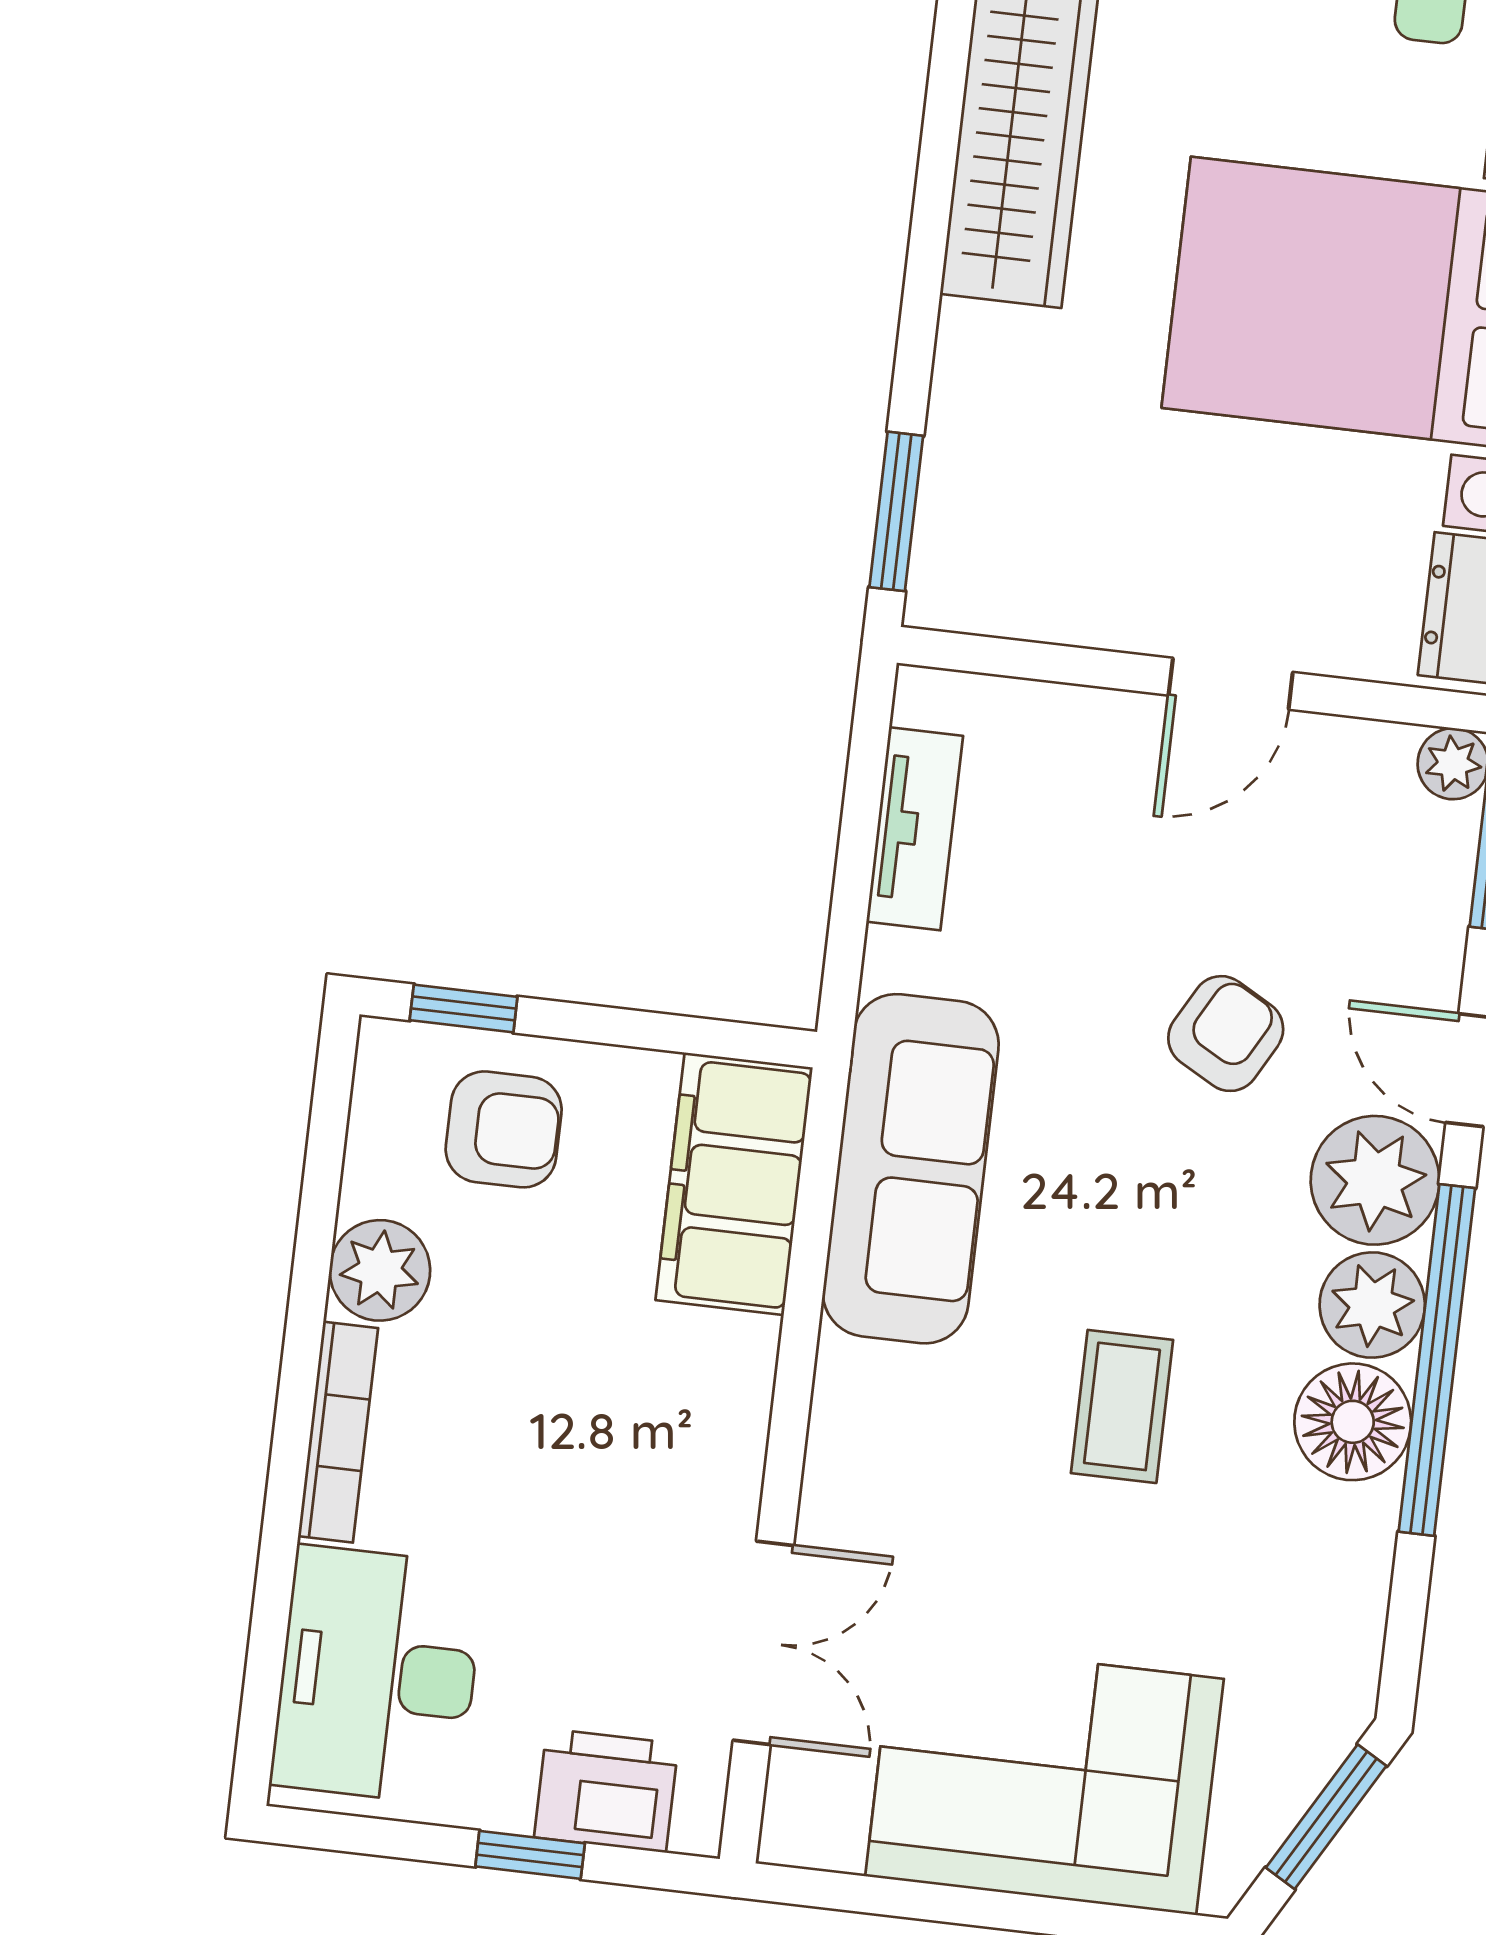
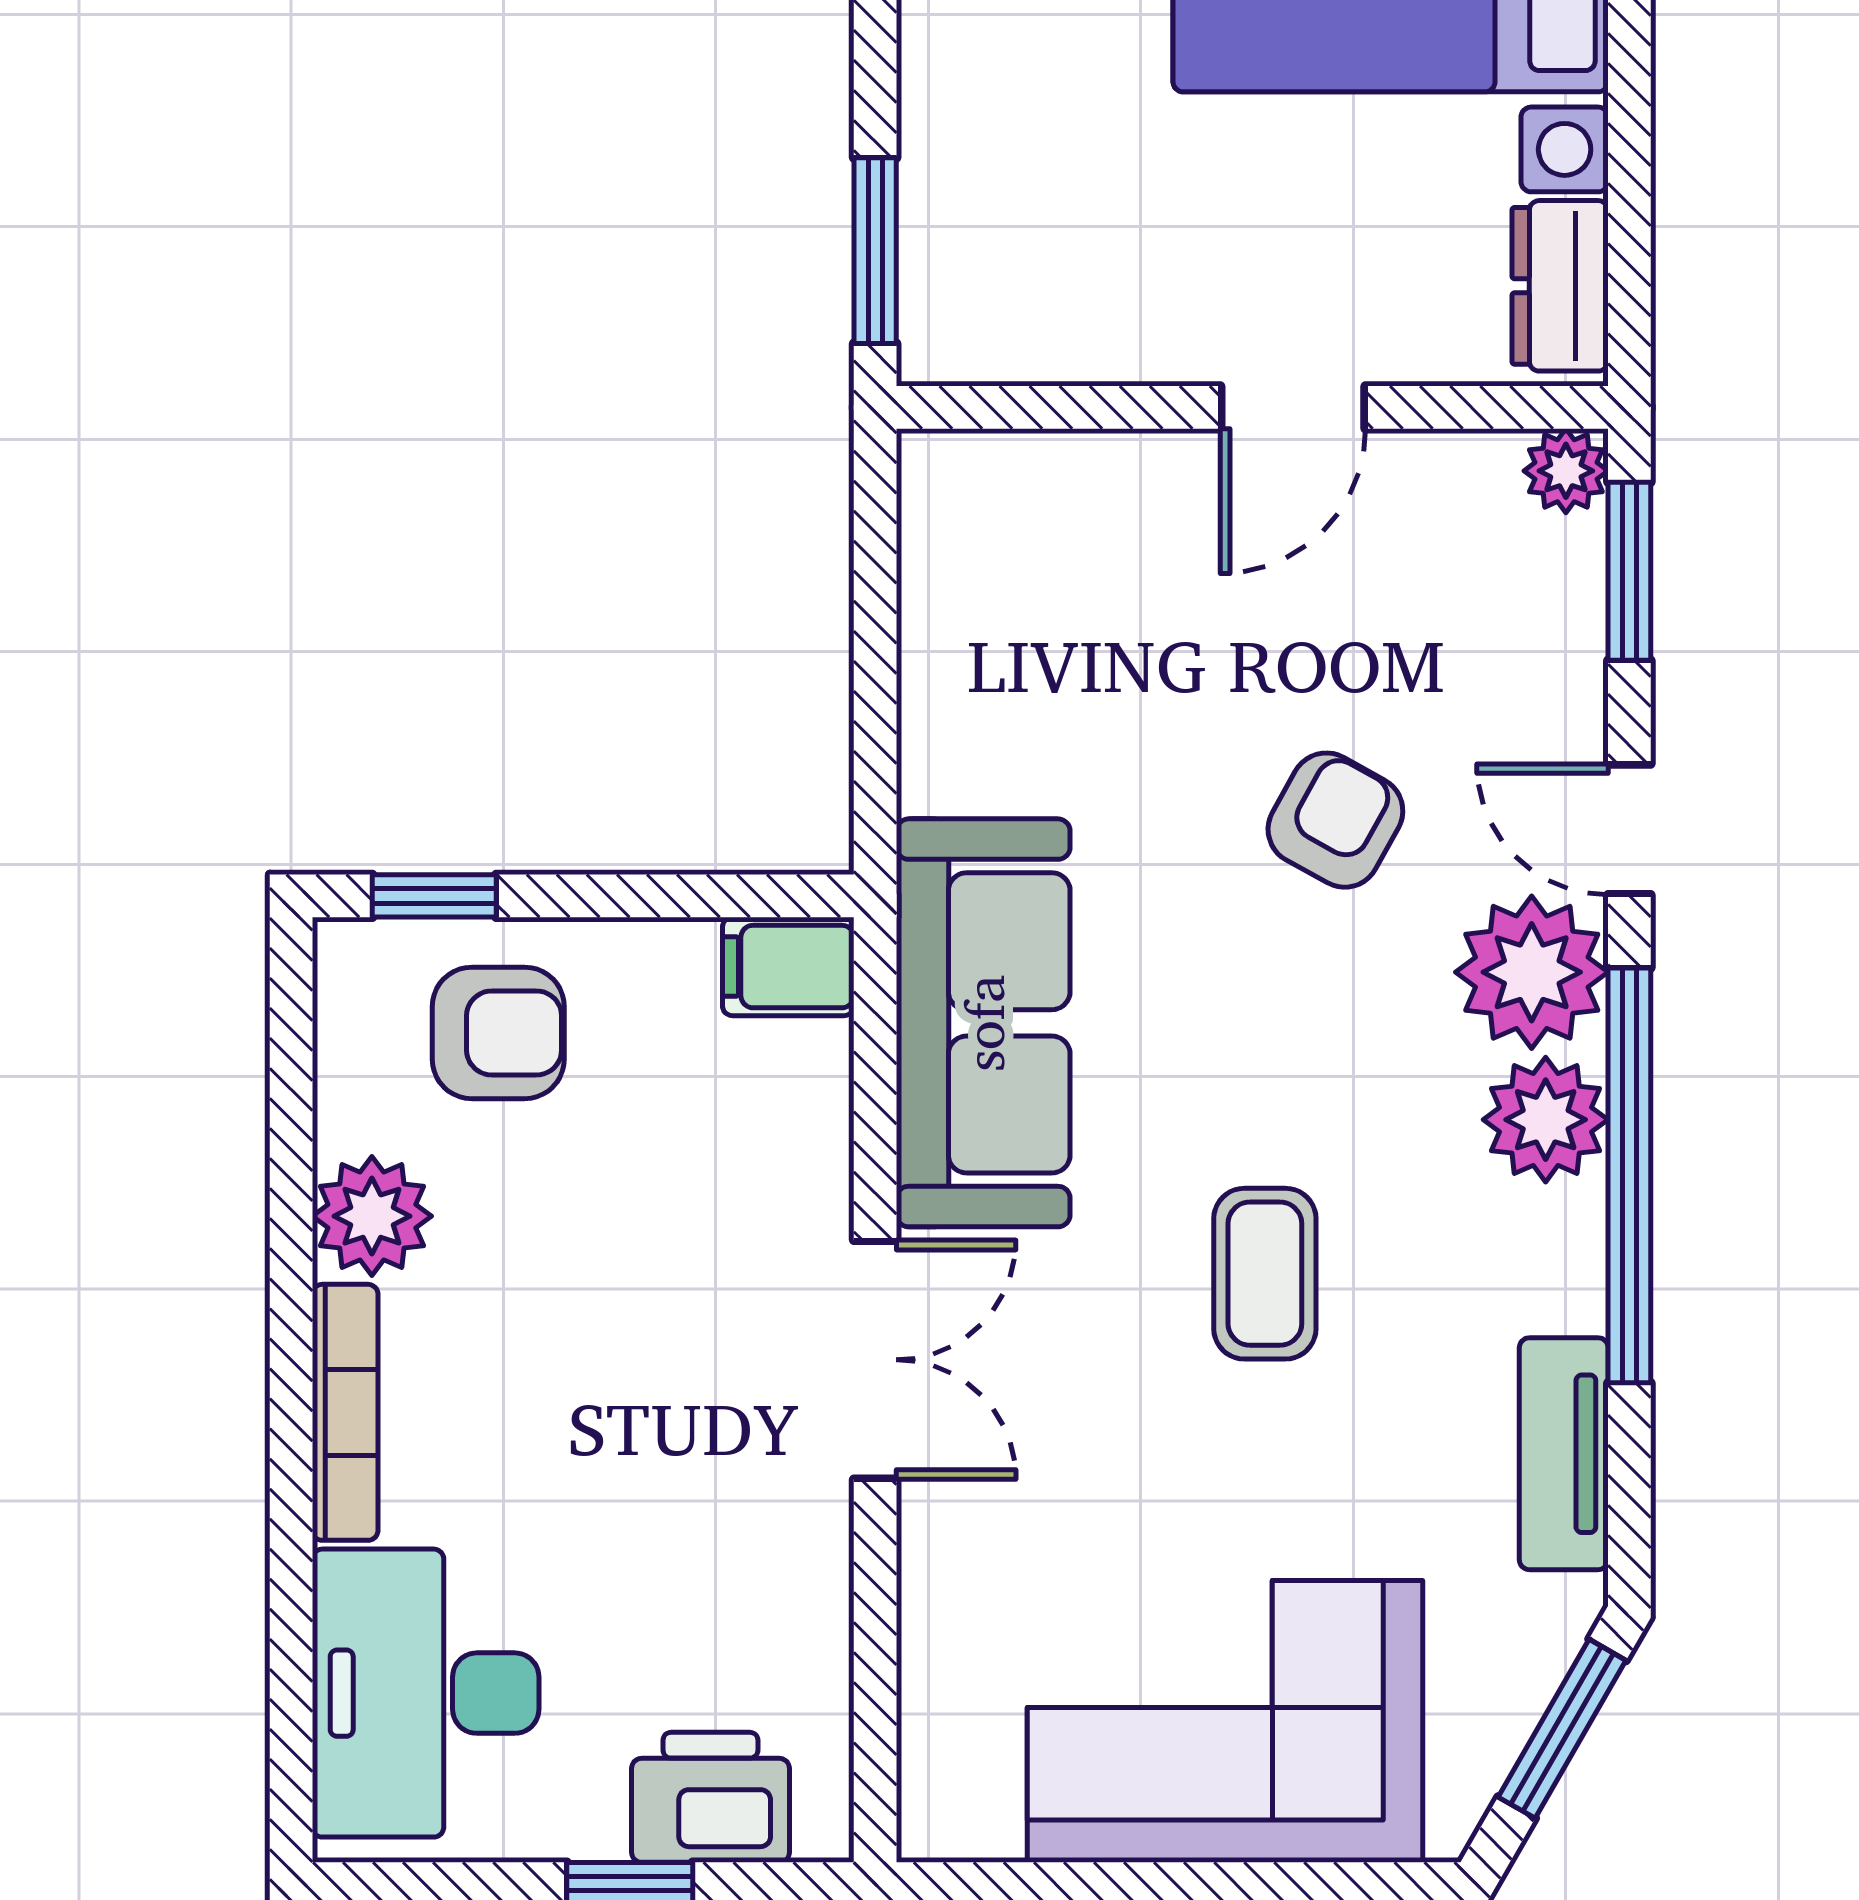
tv unit: (915, 829) -> (1564, 1454), moved, turned 180
filing cabinet: (734, 1184) -> (788, 967), width x0.33, depth x0.86
floor lamp: (1353, 1422) -> (1539, 1260), removed
double door: (763, 1643) -> (875, 1360), moved

